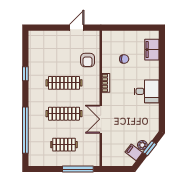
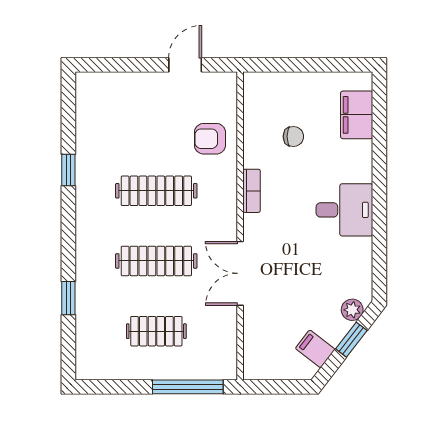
armchair: (88, 60) -> (210, 139), turned 90
window: (25, 130) -> (68, 298), width x0.32
plant: (142, 145) -> (352, 310), moved

